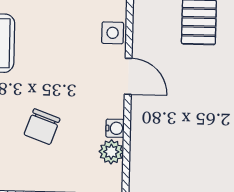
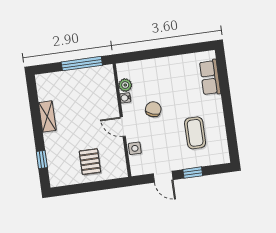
chair: (42, 127) -> (153, 109), moved

